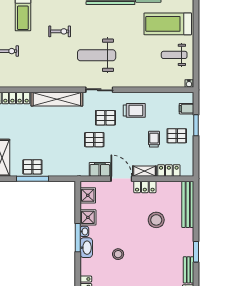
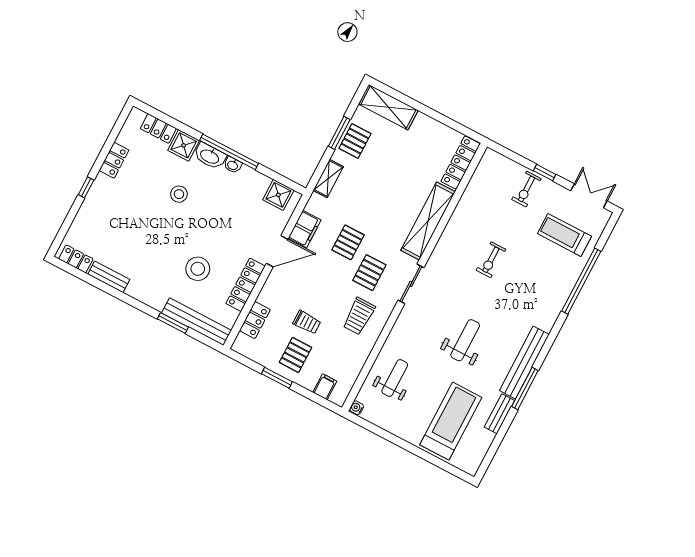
exercise bike: (60, 31) -> (491, 260), moved
weight bench: (97, 55) -> (465, 340), moved, width x0.73, depth x0.75
weight bench: (174, 55) -> (395, 378), moved
window: (196, 125) -> (277, 378), moved
shelving: (144, 171) -> (328, 178), moved
window: (32, 179) -> (339, 133), width x0.69
locker: (145, 187) -> (245, 285), width x1.53
shower: (88, 217) -> (184, 145), moved
window: (78, 238) -> (229, 152), width x1.46
window: (196, 252) -> (173, 323), moved

